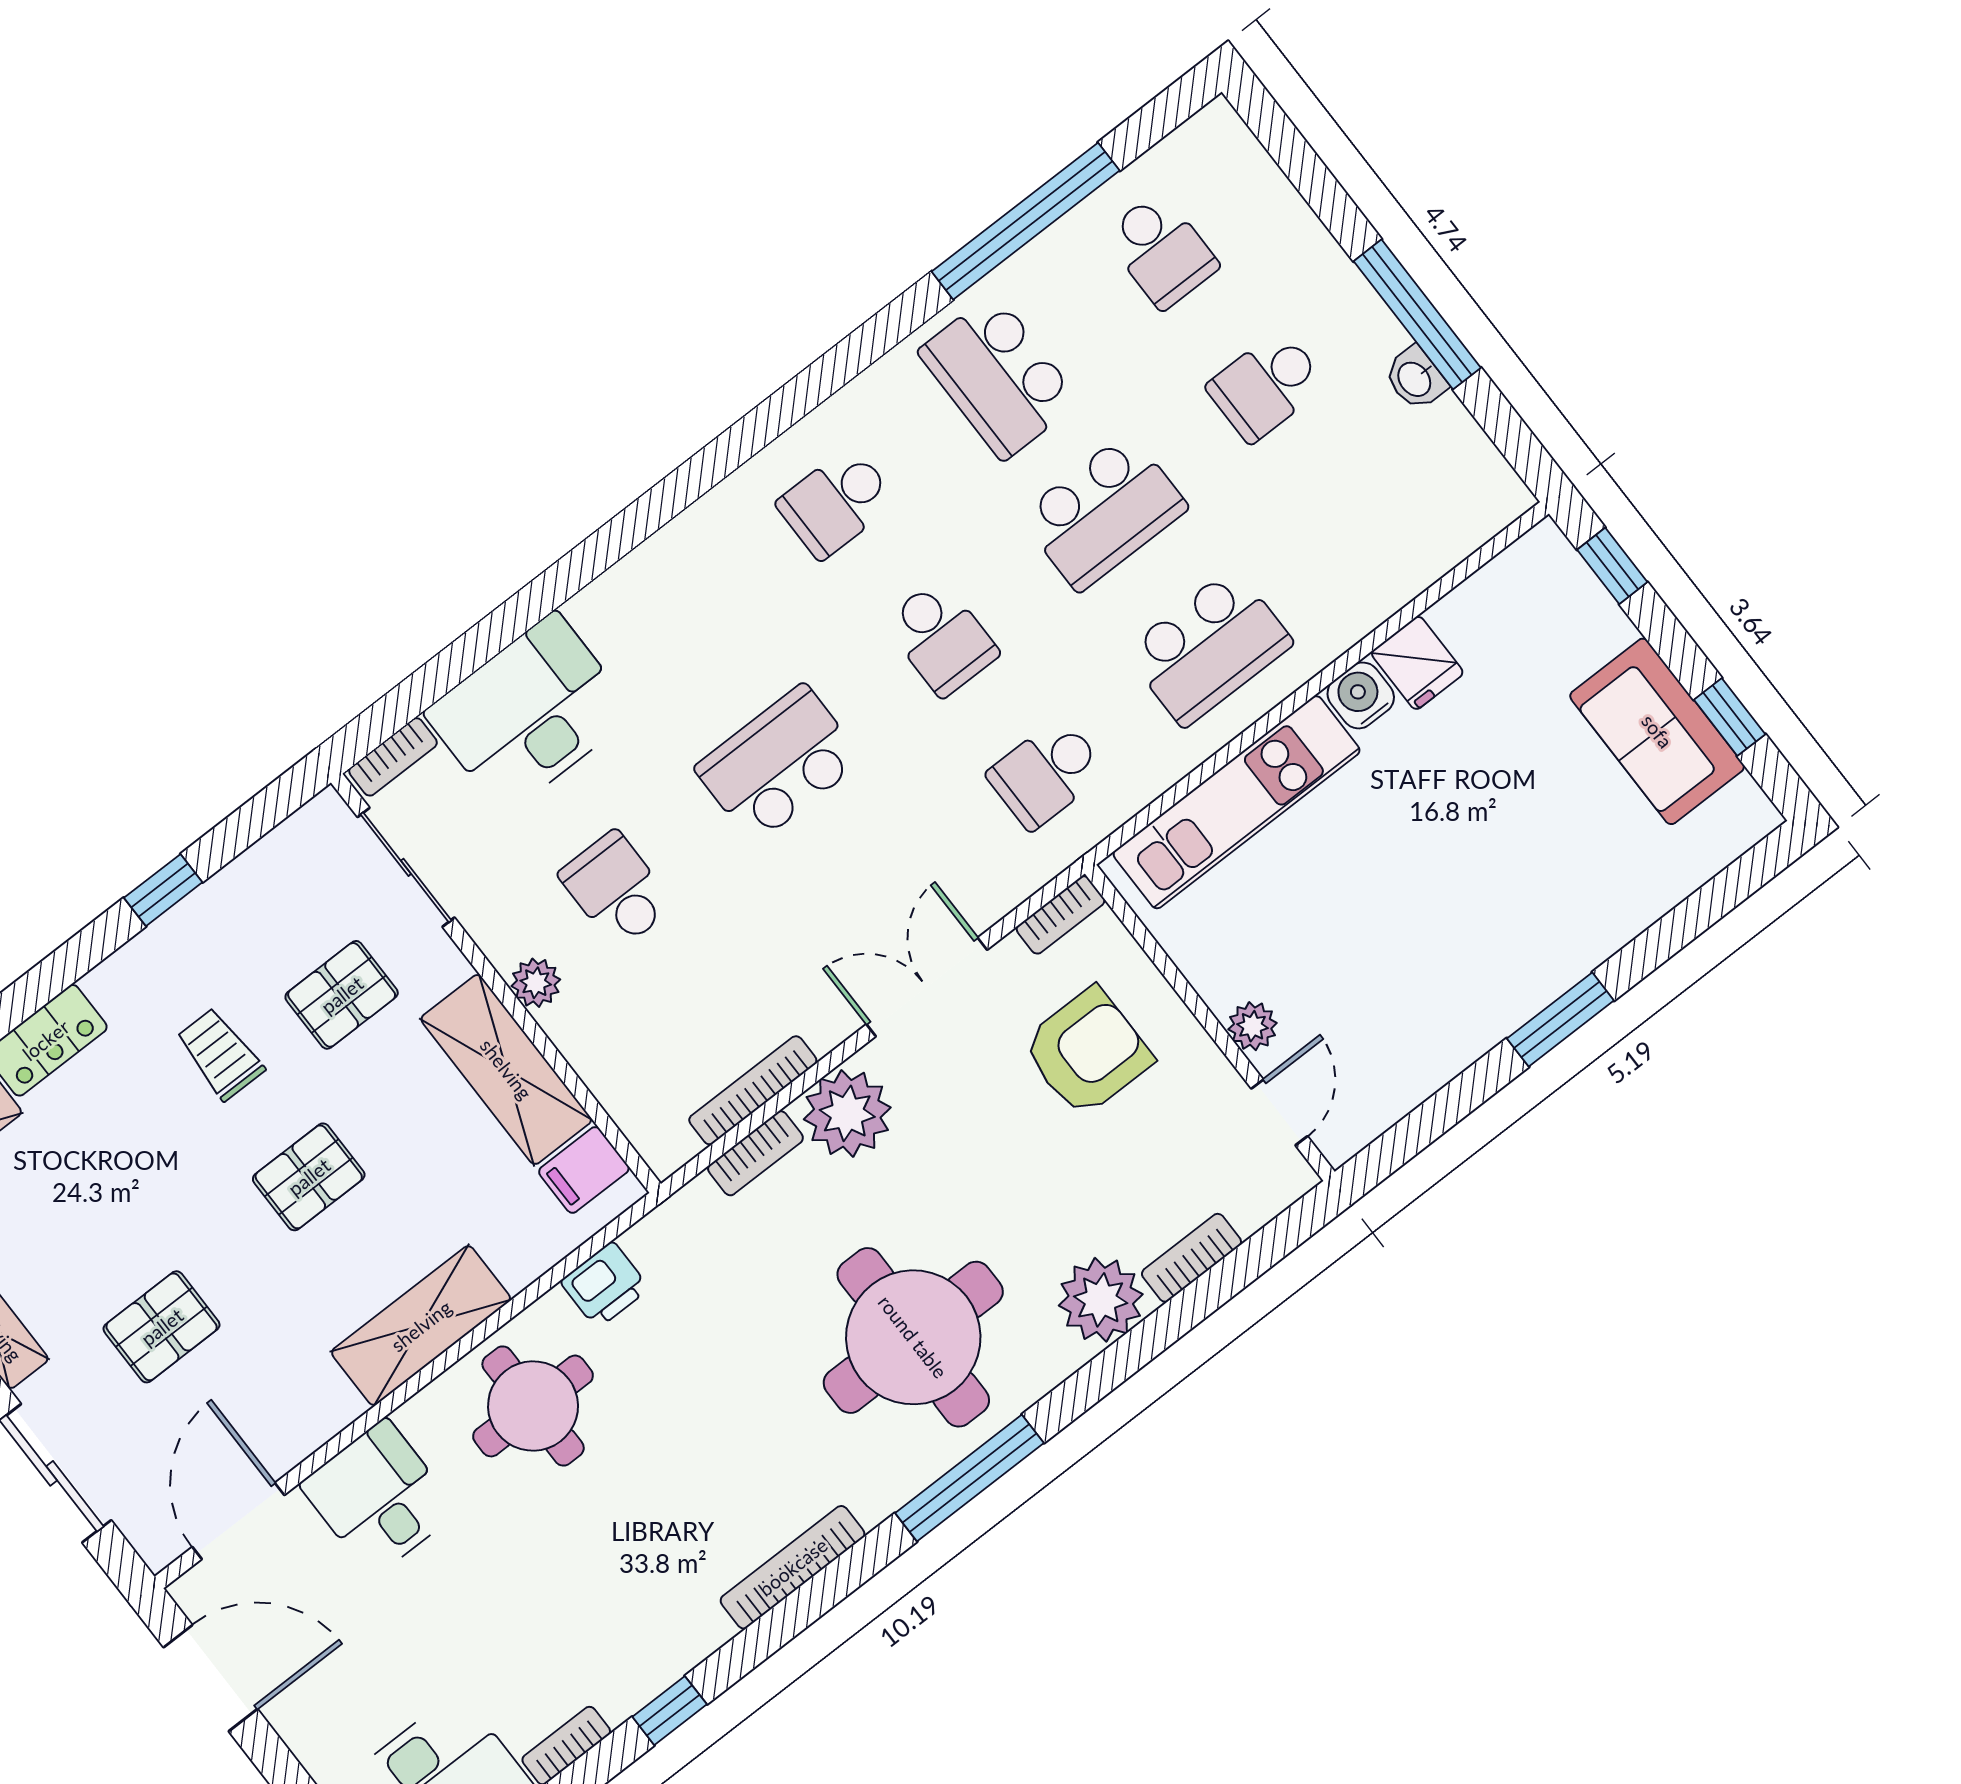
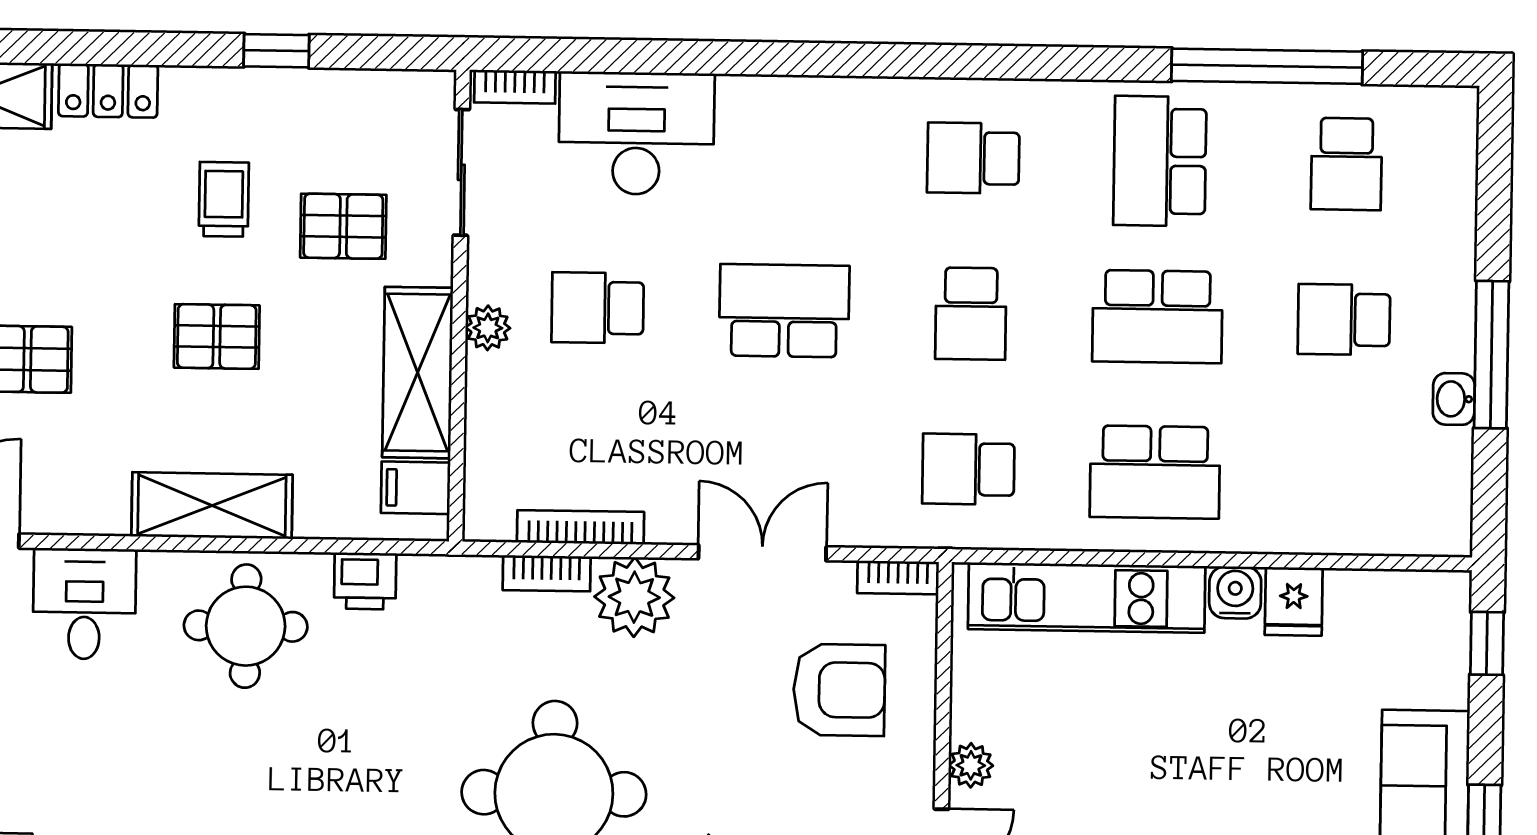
school desk: (616, 890) -> (598, 308), turned -90

